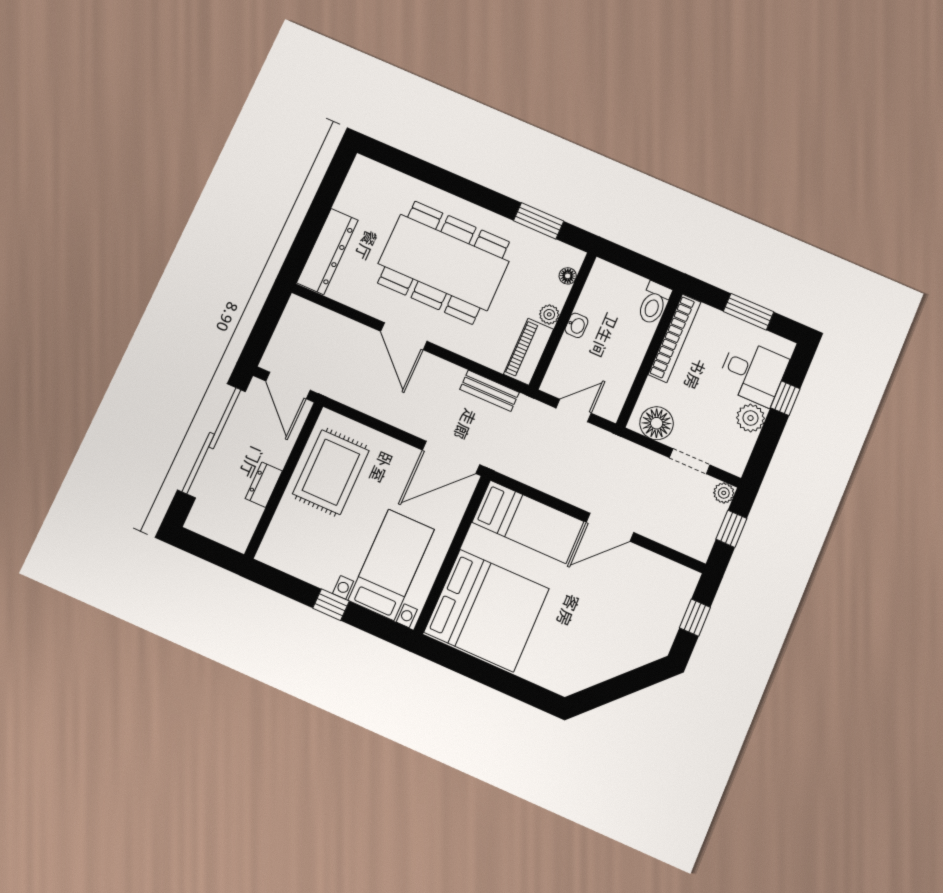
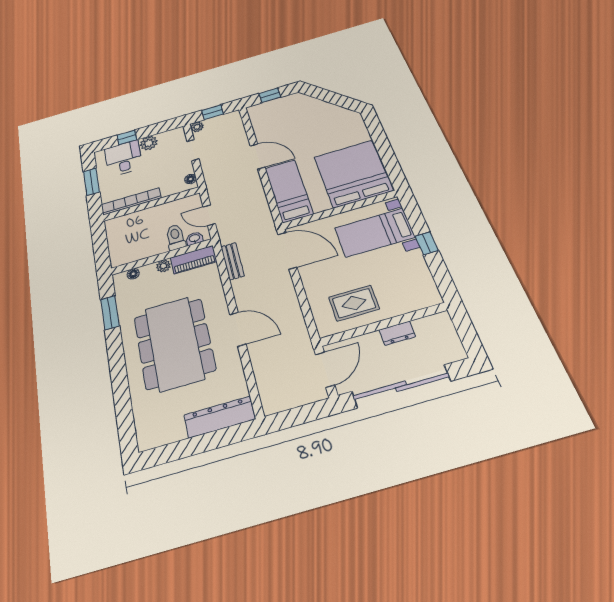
toilet: (654, 303) -> (176, 237), moved, turned -90
washbasin: (576, 325) -> (195, 238), moved
door: (404, 336) -> (238, 329), hinge flipped
floor lamp: (657, 423) -> (191, 179), width x0.53, depth x0.53
rug: (331, 472) -> (354, 303), width x0.73, depth x0.70

